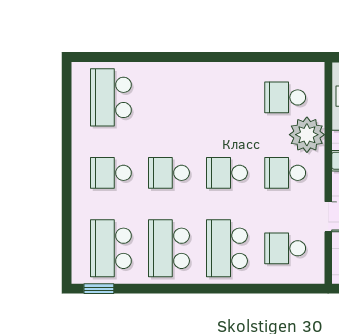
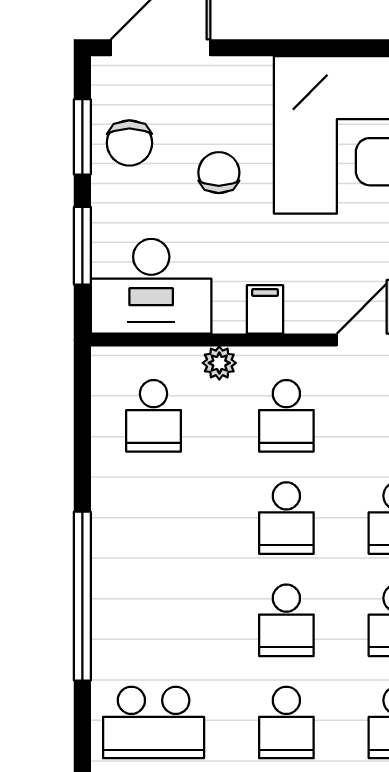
window: (183, 57) -> (82, 596), added
plant: (307, 135) -> (219, 363), width x0.53, depth x0.53

